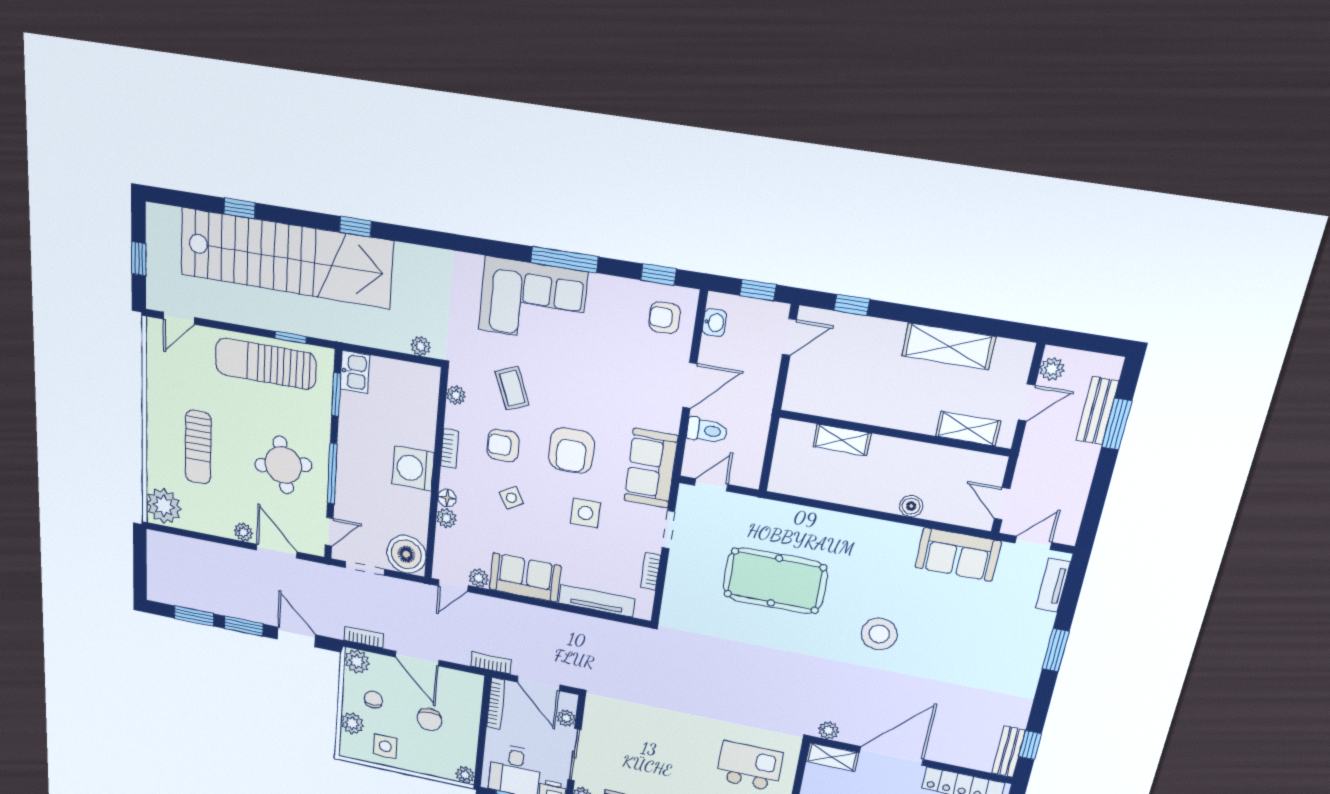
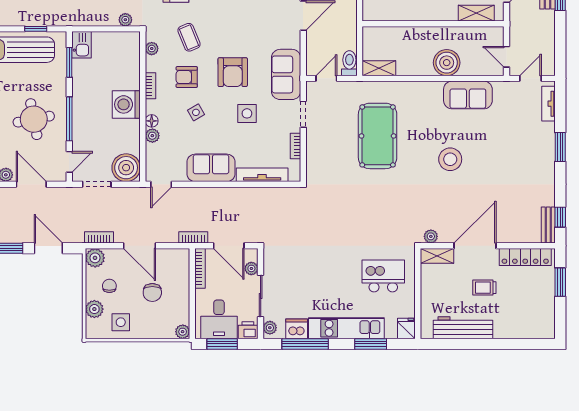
toilet: (707, 430) -> (349, 63), moved, turned -90
shelving: (842, 440) -> (379, 68), moved
boiler: (911, 506) -> (447, 63), width x1.86, depth x1.86
sofa: (958, 554) -> (468, 95), moved
plant: (479, 578) -> (179, 175), removed
pool table: (775, 581) -> (378, 136), turned 90

